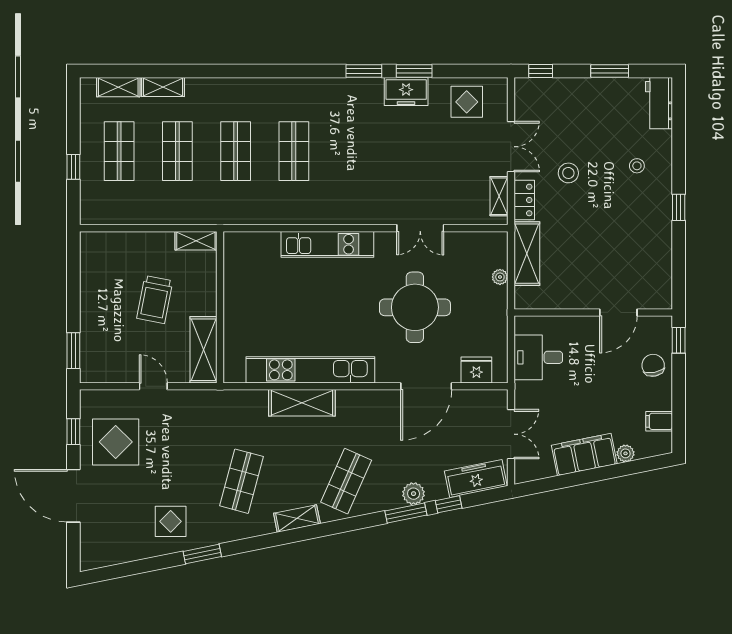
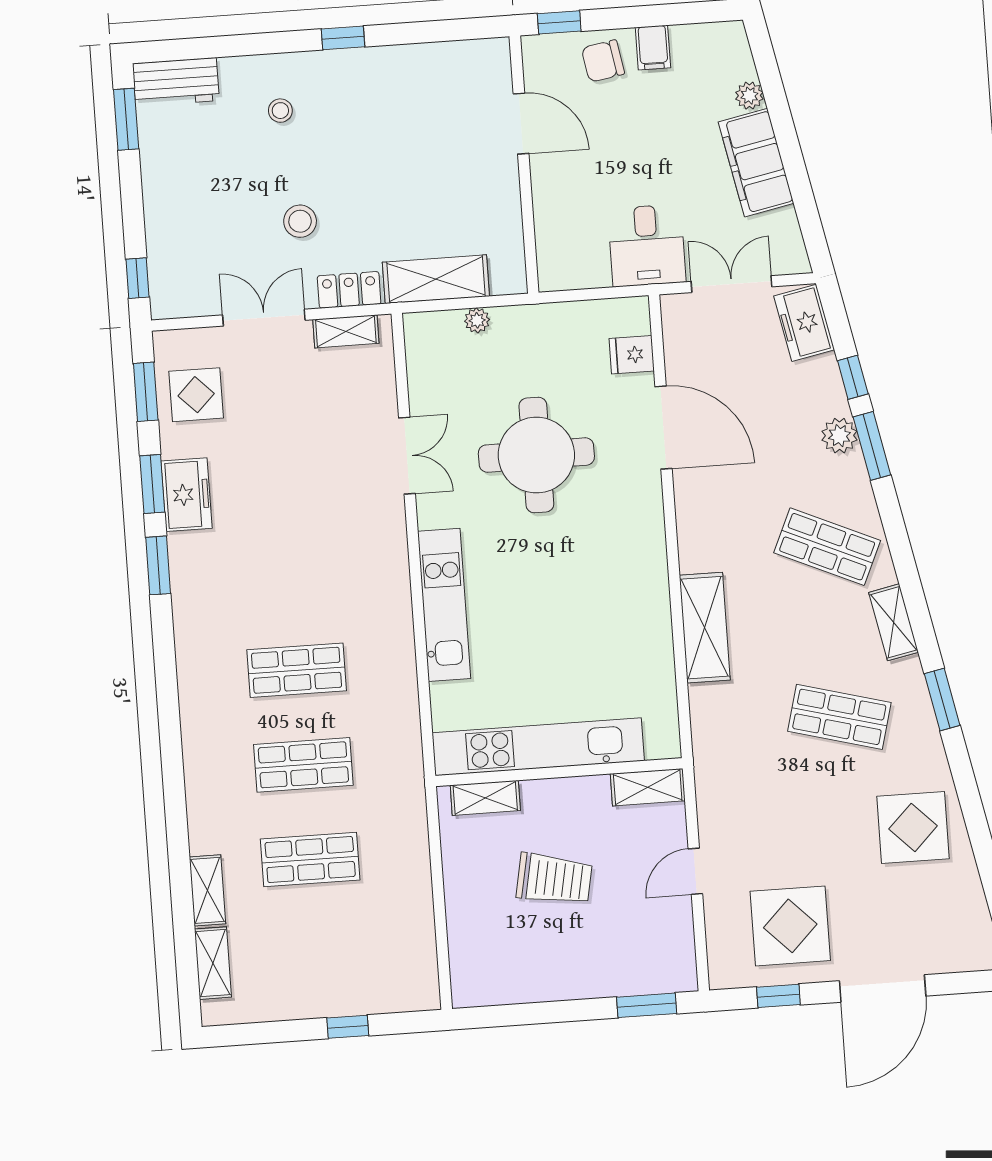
window: (471, 71) -> (146, 392), added
window: (610, 71) -> (126, 119), moved
shop shelf: (119, 151) -> (317, 954), removed
shelving: (196, 241) -> (485, 798), moved, turned 90
shelving: (203, 350) -> (648, 787), width x0.67, depth x0.75
desk: (538, 357) -> (647, 245), moved
kitchen unit: (310, 370) -> (538, 747), moved, turned 90
fridge: (476, 370) -> (632, 355), width x0.72
filing cabinet: (659, 421) -> (653, 48), moved
freezer: (476, 479) -> (804, 323), width x0.71
display table: (171, 521) -> (913, 827), width x1.36, depth x1.36
window: (202, 554) -> (942, 699), moved

